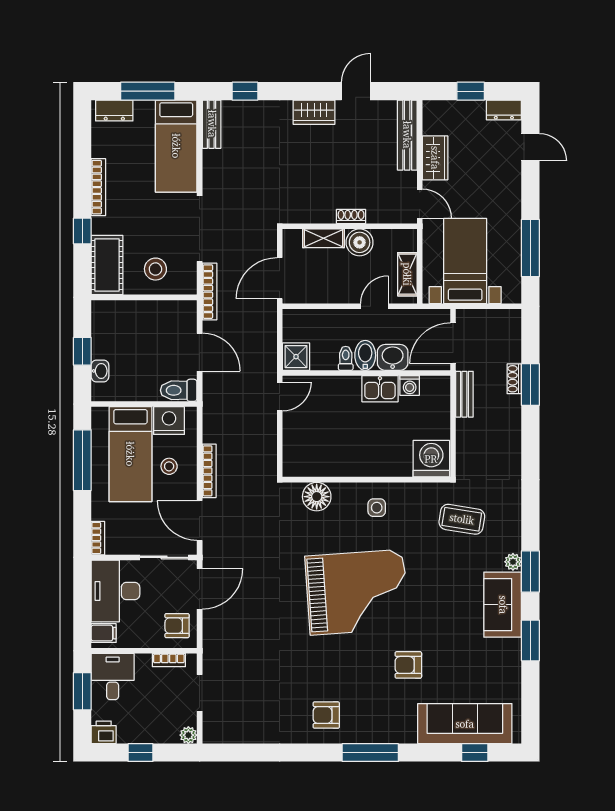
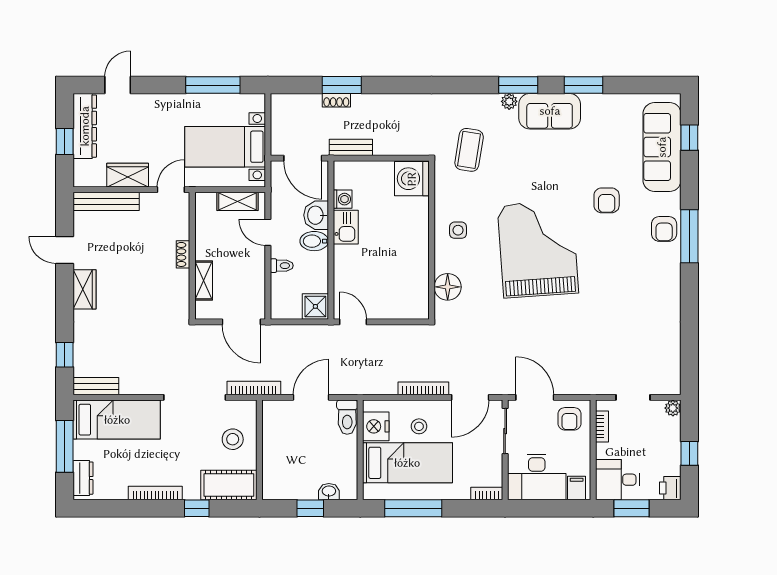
dresser: (504, 110) -> (85, 126), width x1.96, depth x1.24
boiler: (360, 242) -> (207, 246), removed
toilet: (346, 358) -> (282, 266), moved, turned 180
armchair: (326, 715) -> (664, 229), moved

